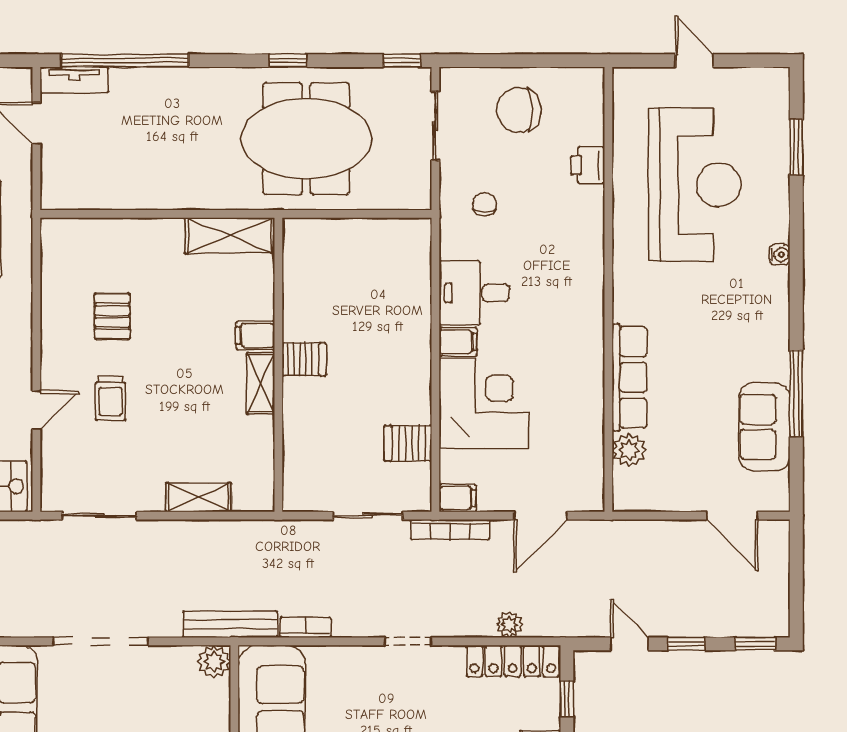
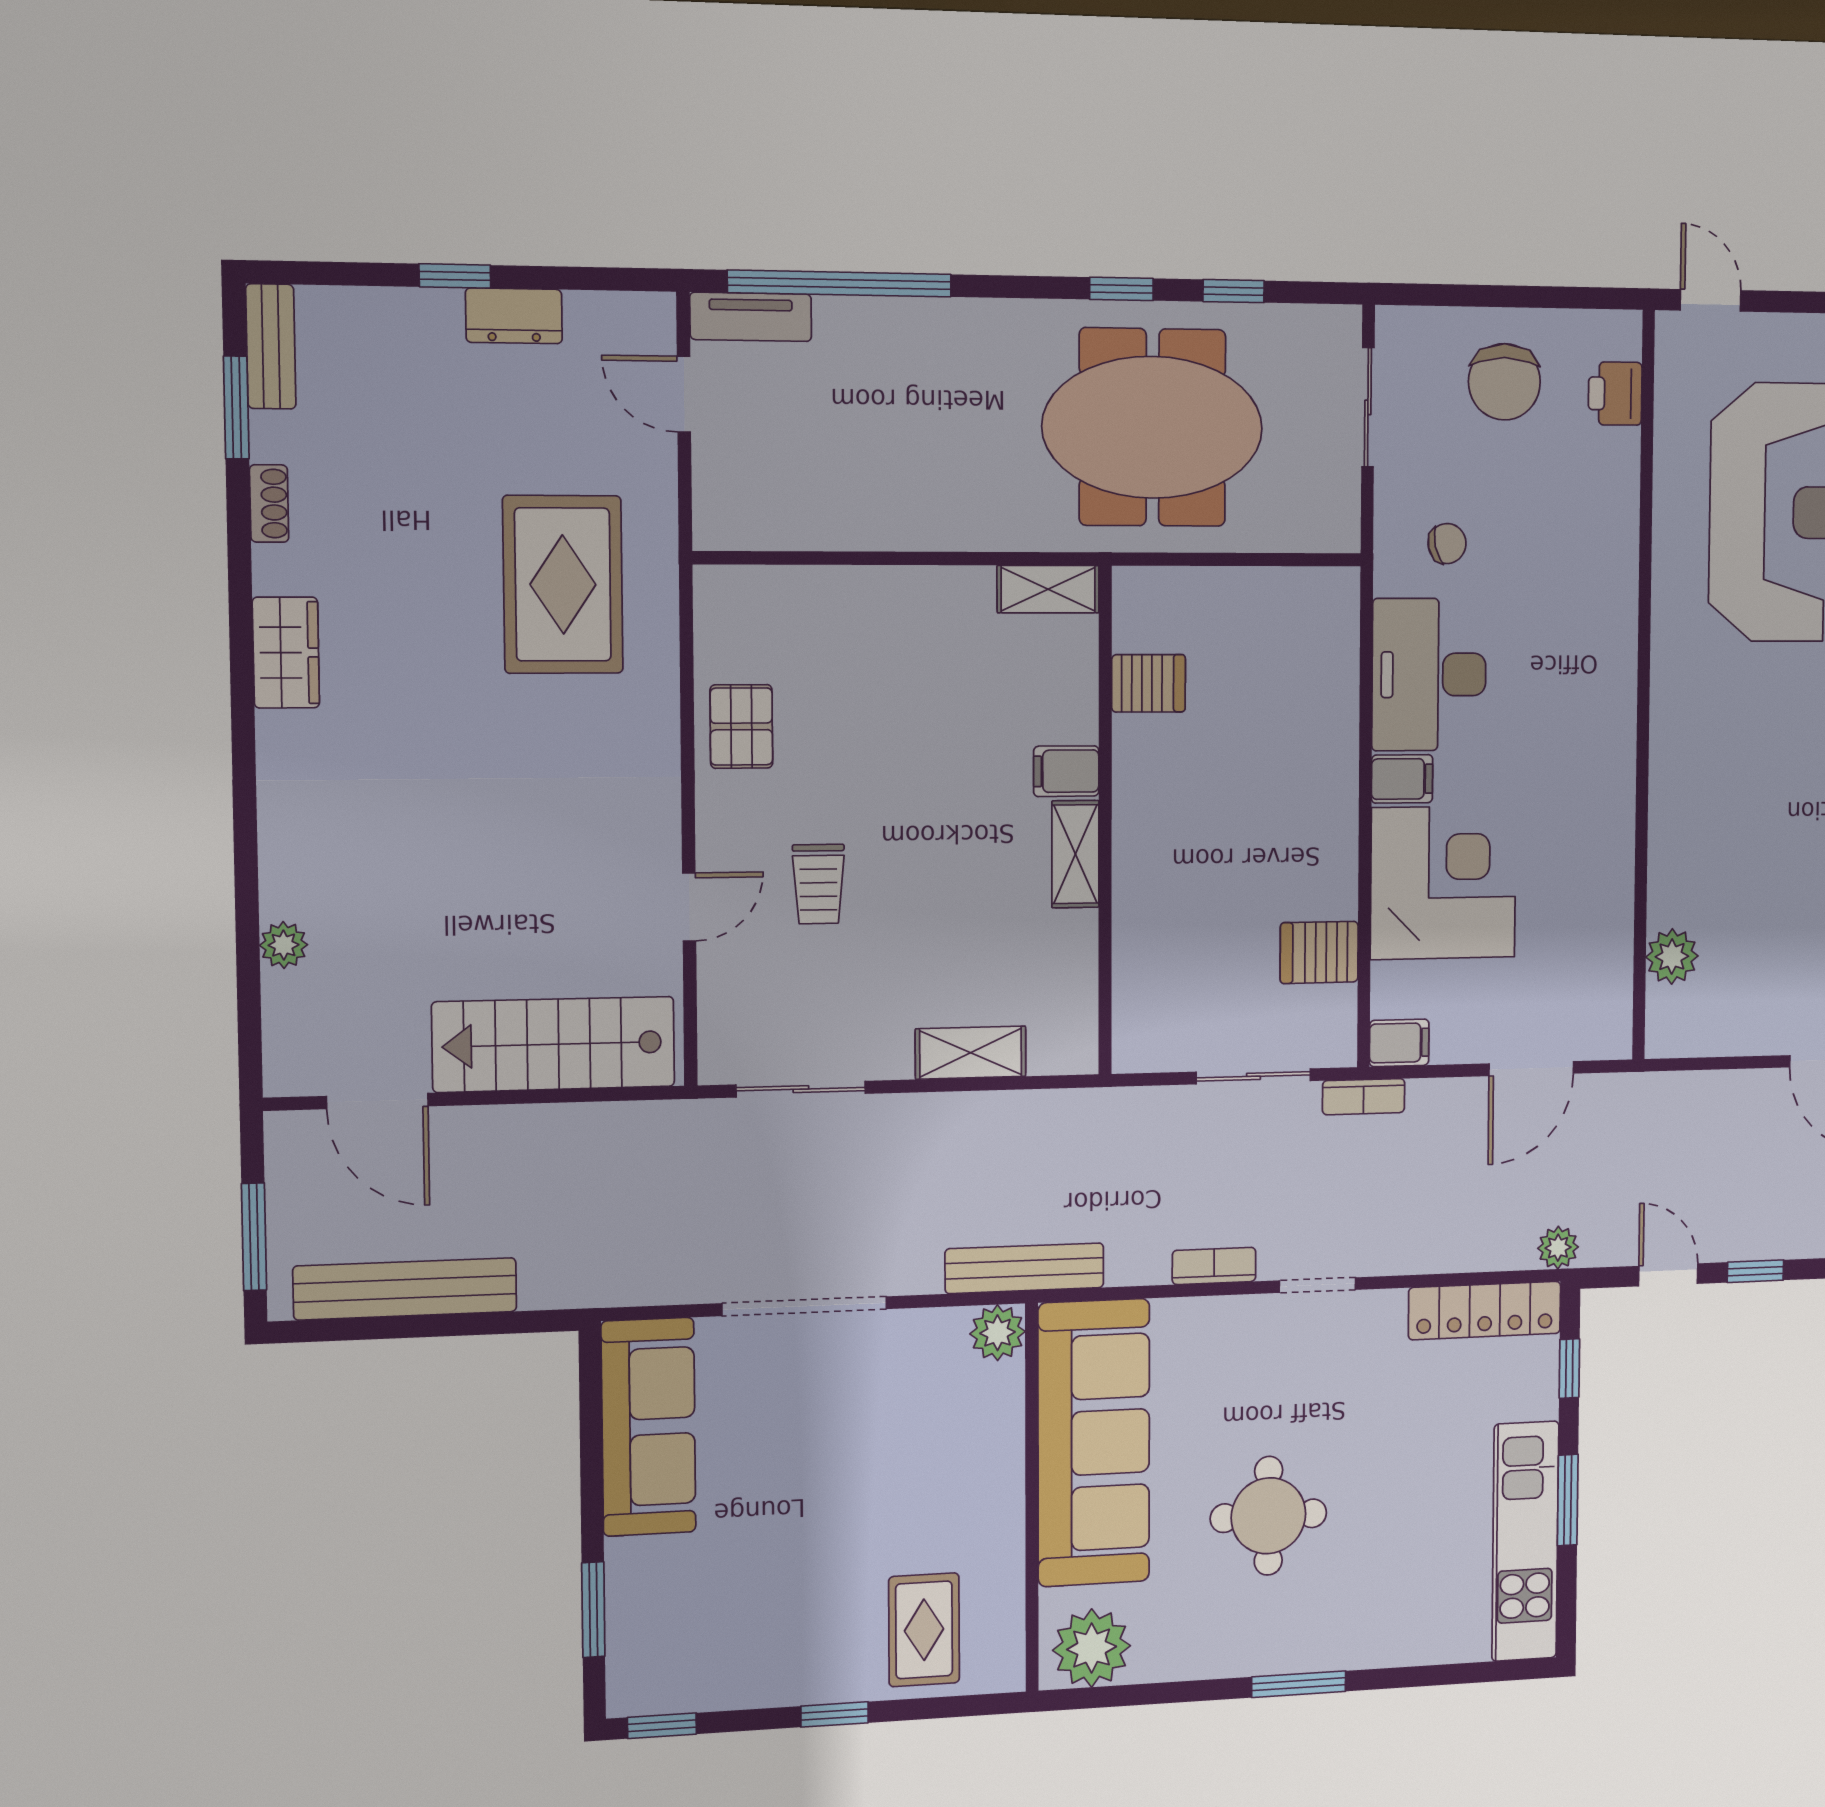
window: (402, 61) -> (1234, 291), moved
door: (694, 61) -> (1710, 300), moved
chair: (519, 110) -> (1504, 382), turned -88
printer: (588, 165) -> (1615, 394), moved
chair: (485, 204) -> (1447, 544), turned 77
shelving: (230, 236) -> (1048, 589), width x0.67, depth x0.75
desk: (474, 293) -> (1429, 675), width x1.37
pallet: (112, 316) -> (741, 726), moved
server rack: (304, 359) -> (1148, 683), moved
row of seats: (629, 377) -> (1675, 835), removed
bookcase: (450, 530) -> (1364, 1097), width x0.64
plant: (509, 624) -> (1558, 1248), moved
bookcase: (305, 627) -> (1214, 1266), moved

